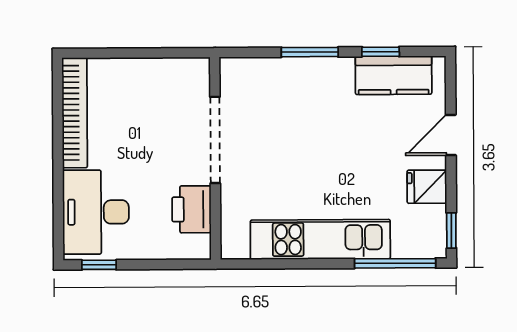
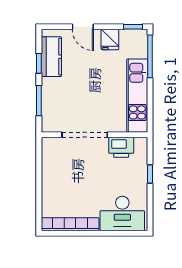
doorway: (215, 140) -> (85, 135), moved
wall: (215, 158) -> (94, 135), moved
printer: (192, 209) -> (121, 147), moved
window: (99, 265) -> (150, 174), moved

